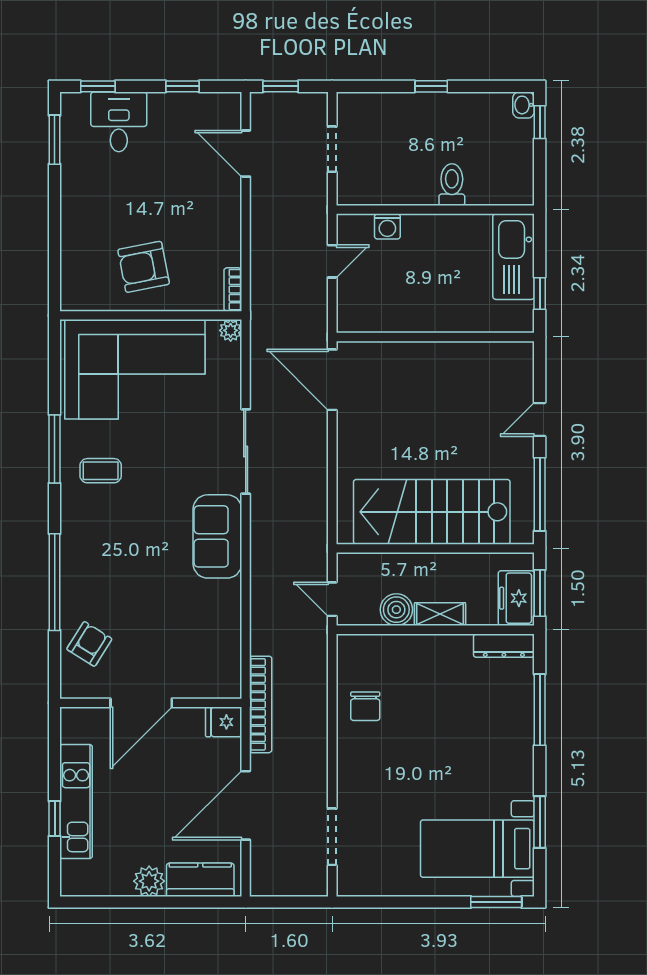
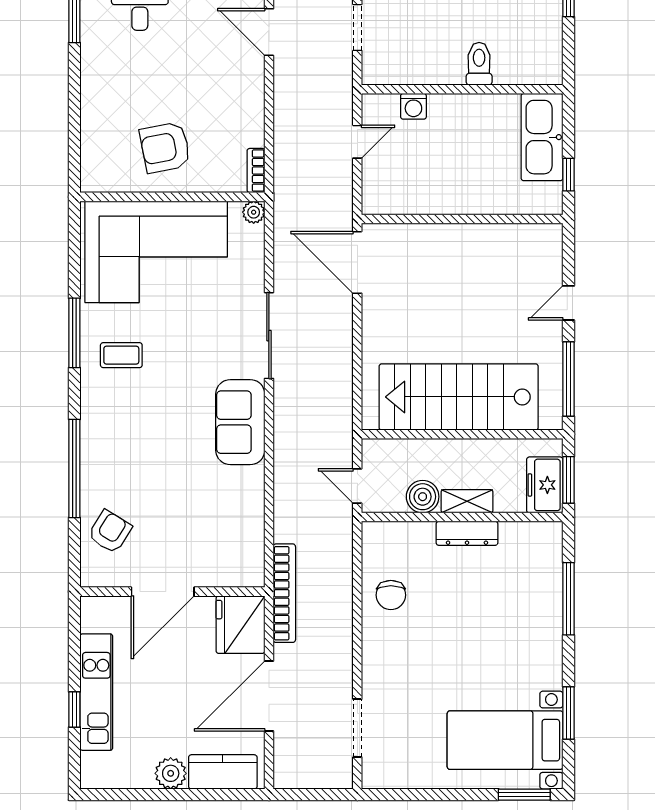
dresser: (504, 646) -> (467, 533), moved
fridge: (224, 722) -> (240, 625), width x1.88, depth x1.34

